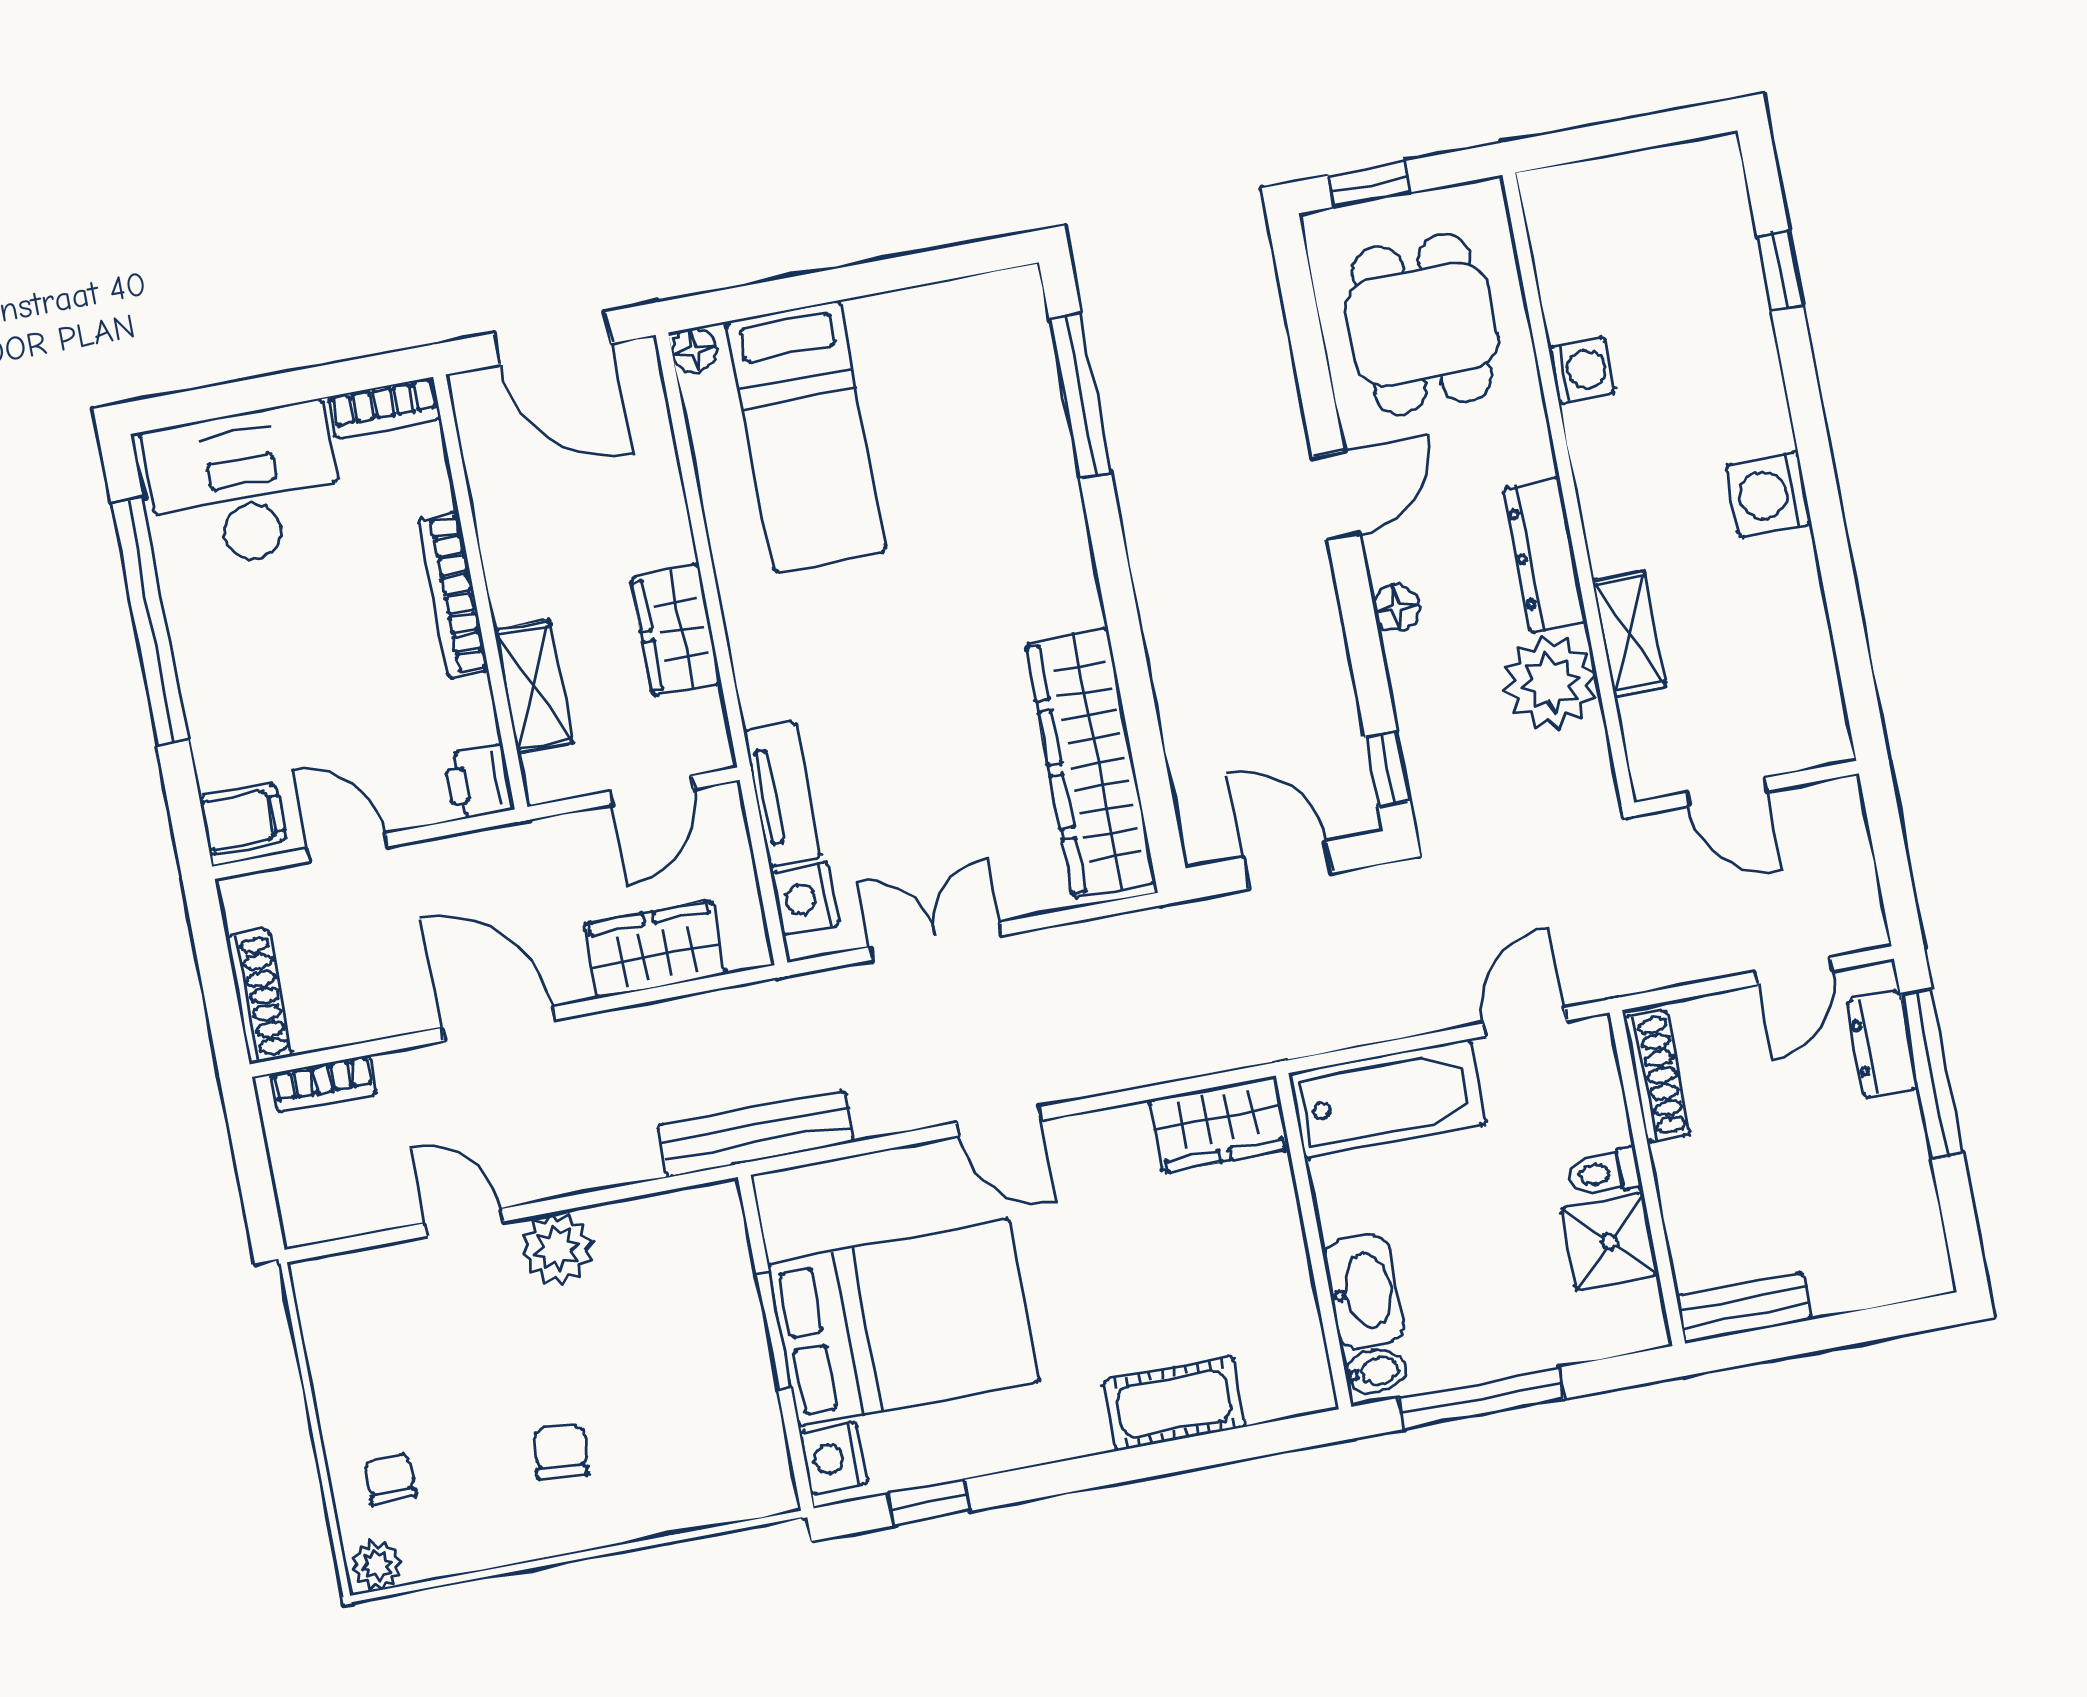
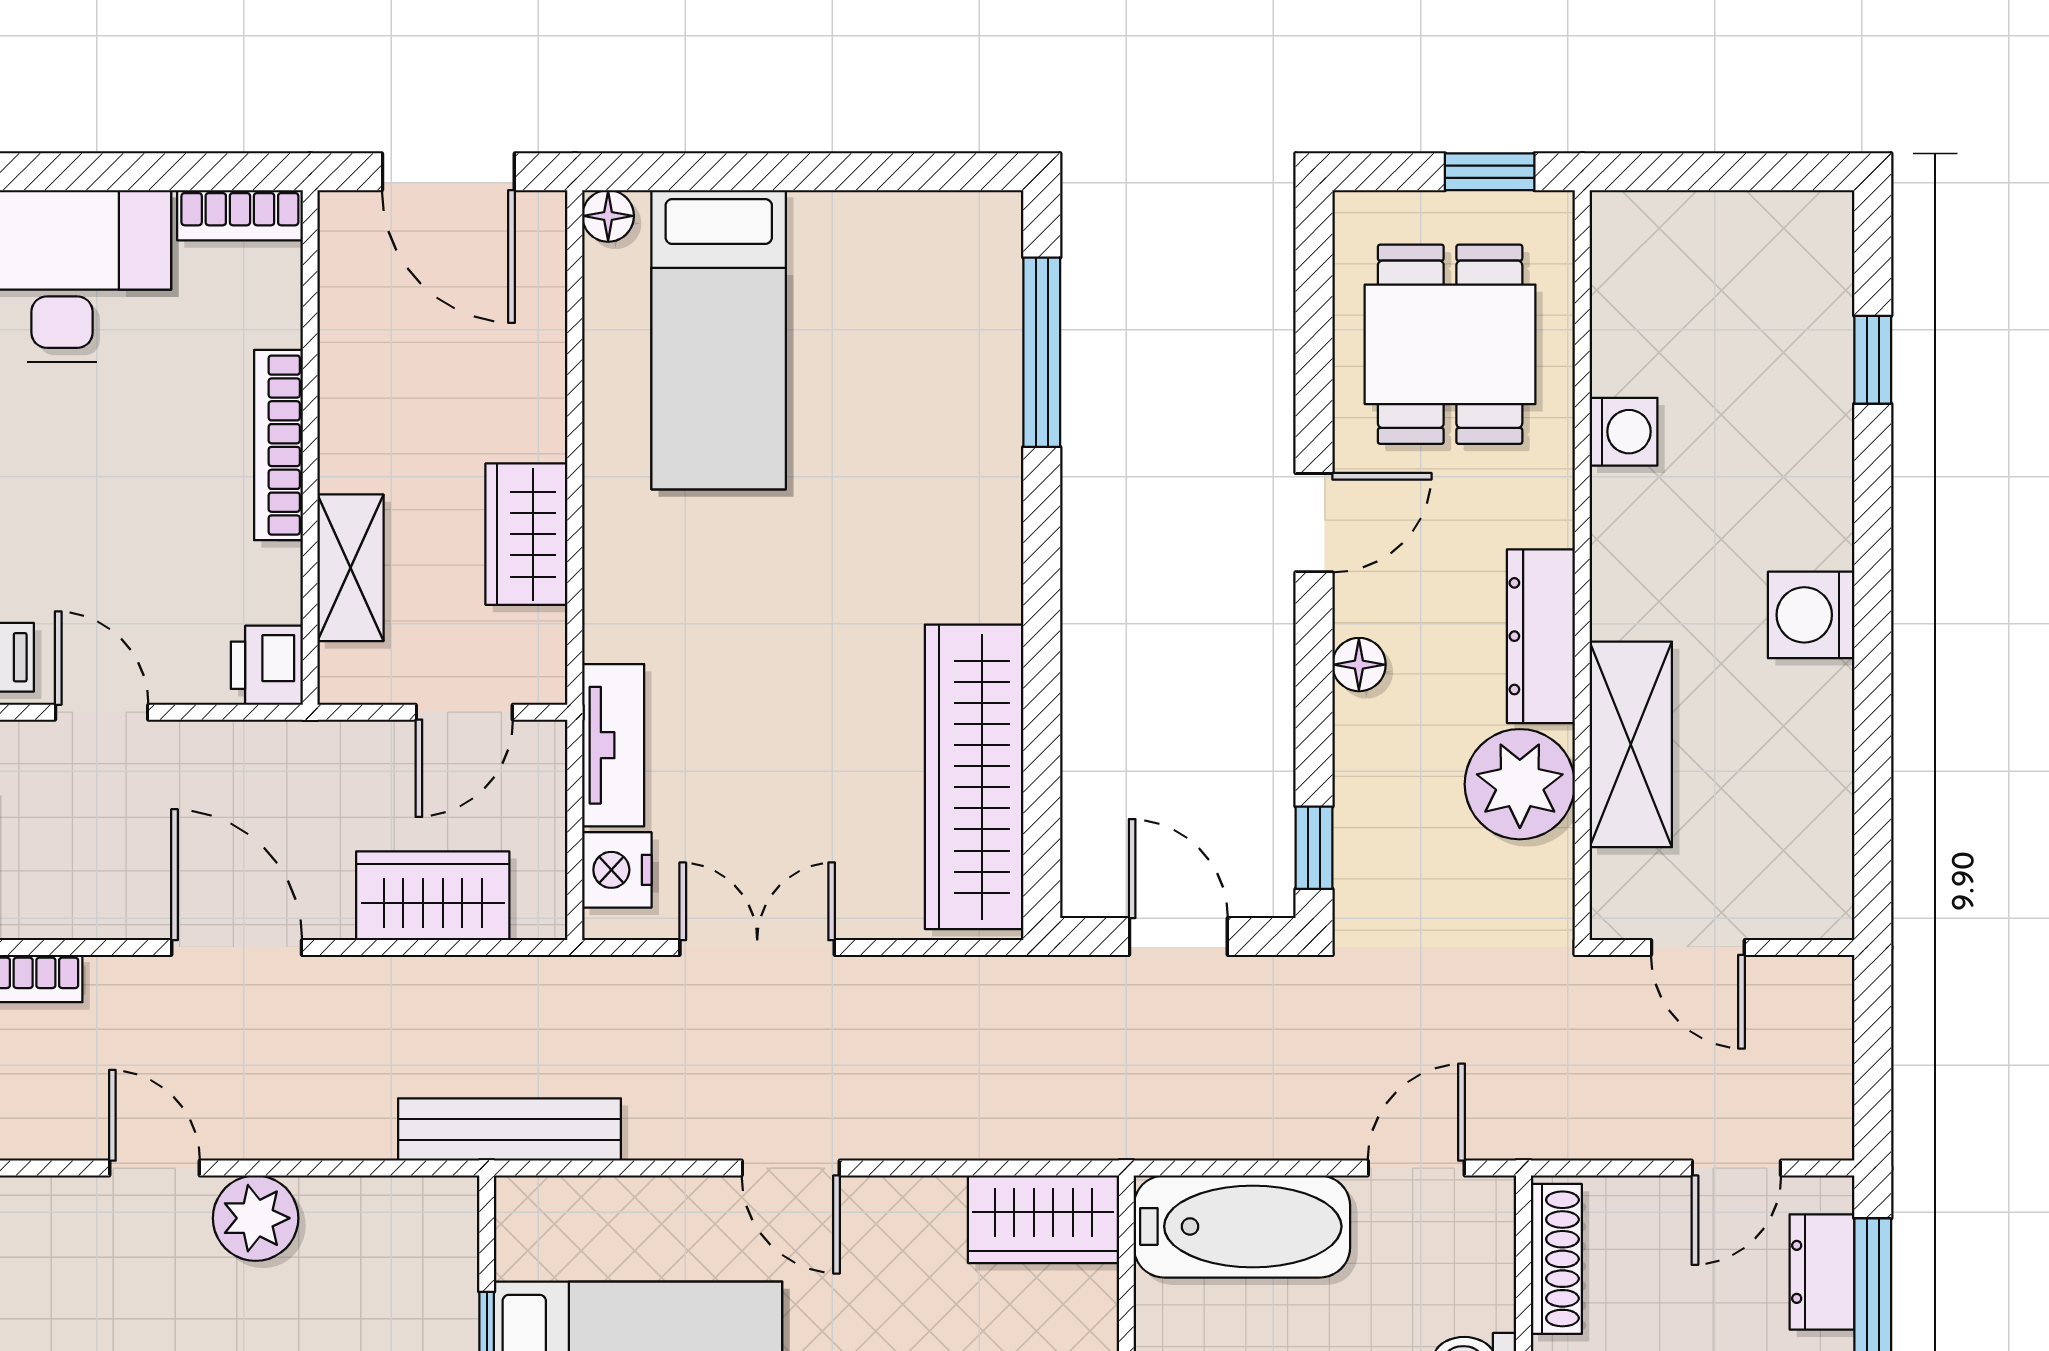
window: (1369, 184) -> (1490, 172), moved
shelving: (1629, 633) -> (1631, 744), width x1.50, depth x1.33

